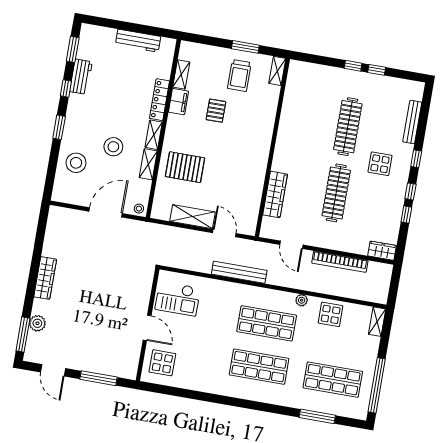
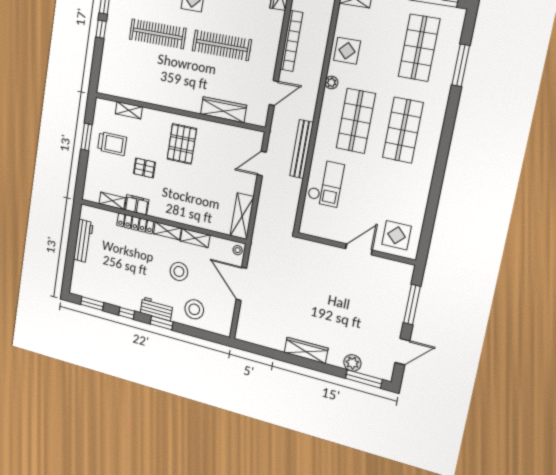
shelving: (277, 71) -> (129, 110), moved
workbench: (81, 77) -> (156, 309), moved
pallet: (185, 167) -> (182, 144), moved
shelving: (192, 217) -> (242, 216), moved
checkout: (178, 299) -> (326, 183), moved

